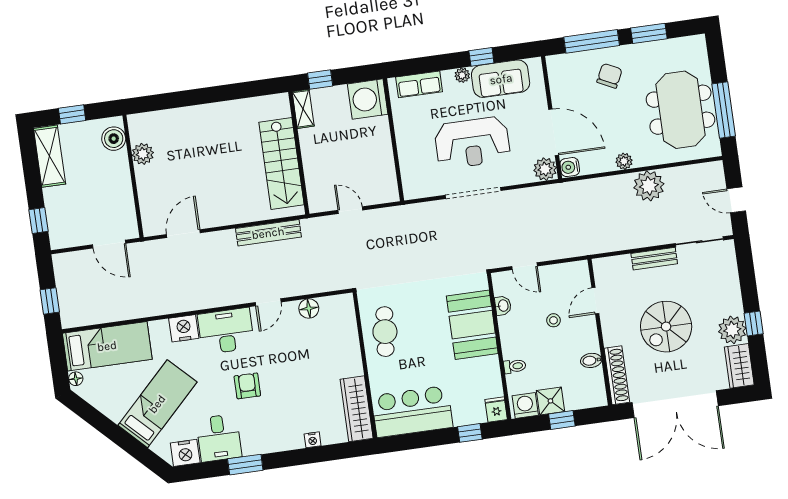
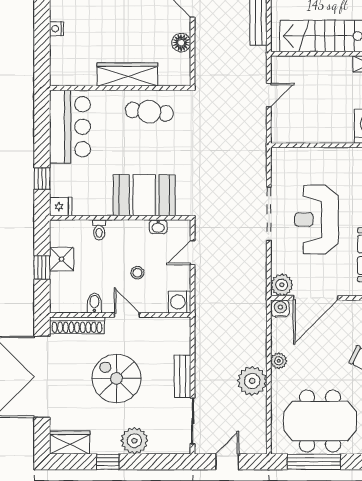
door: (595, 301) -> (127, 315), moved
plant: (732, 330) -> (134, 441), moved
washing machine: (525, 405) -> (180, 302), moved, turned 180
wardrobe: (357, 409) -> (127, 75), moved

